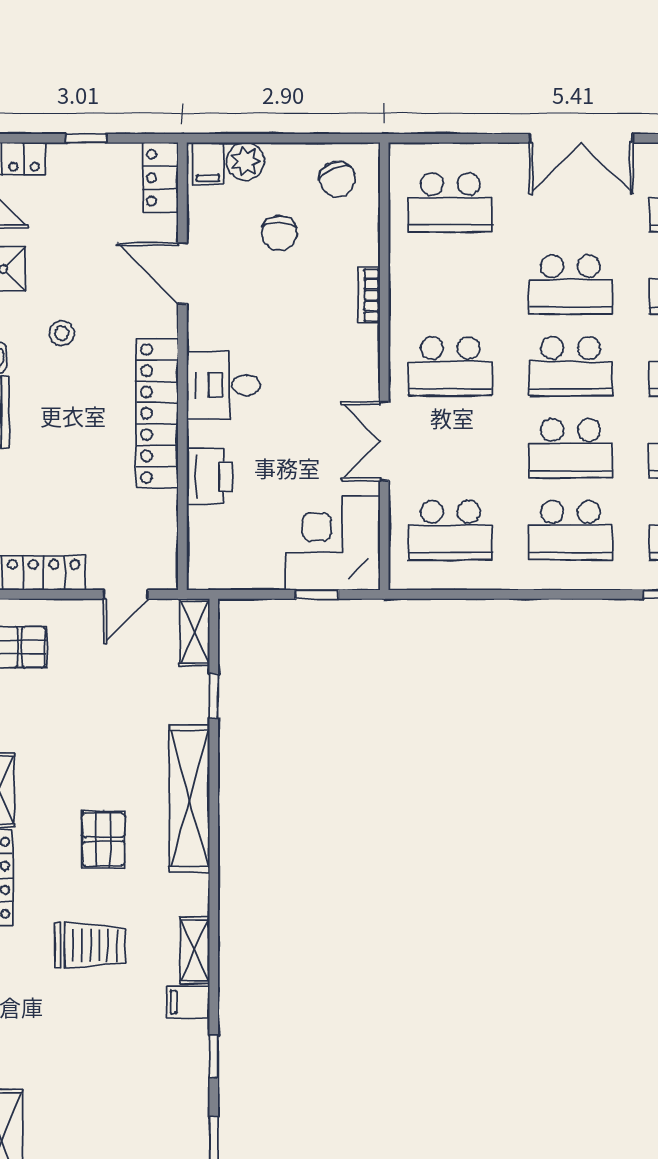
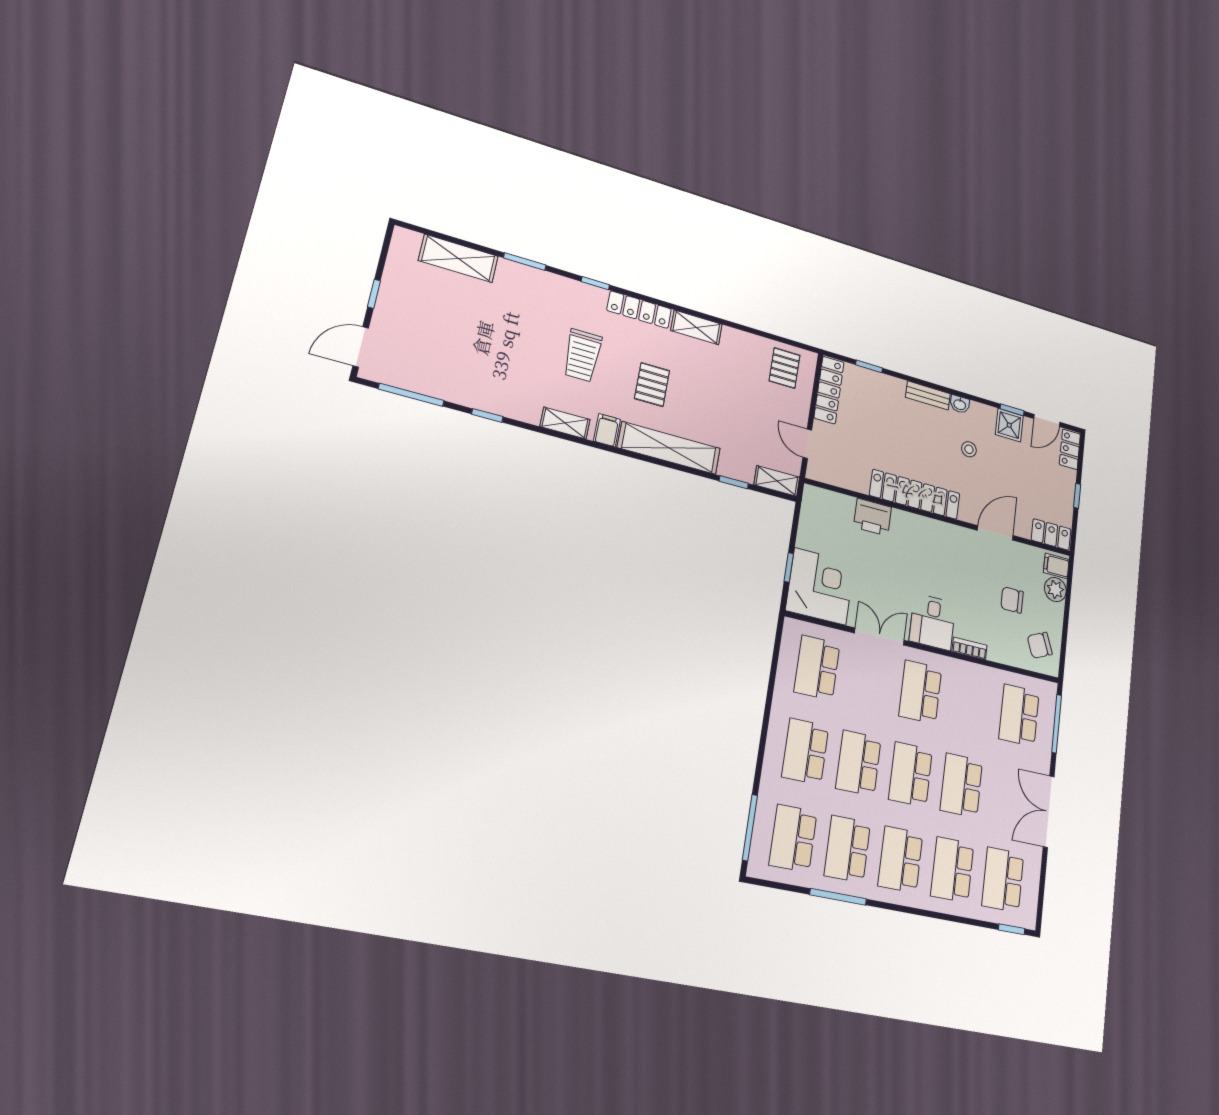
window: (450, 138) -> (1057, 724), added
desk: (223, 385) -> (932, 622), moved, turned 180
pallet: (103, 839) -> (652, 385), turned 90
filing cabinet: (188, 1002) -> (607, 430), moved

